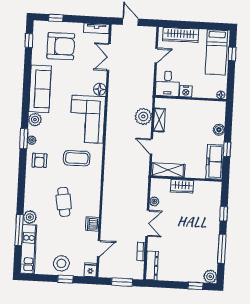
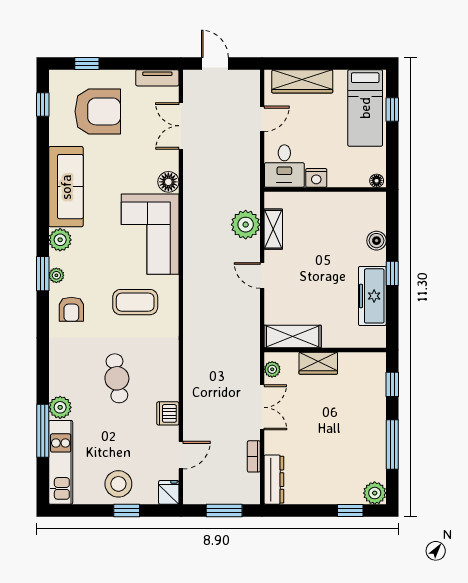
shelving: (168, 170) -> (293, 337), moved
wall: (186, 179) -> (325, 350), moved
wardrobe: (182, 186) -> (318, 363), moved

